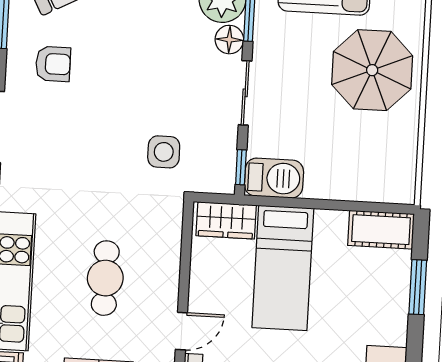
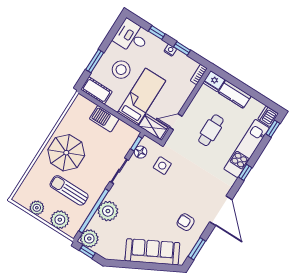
floor lamp: (229, 40) -> (141, 152), moved
barbecue: (274, 178) -> (104, 119), moved
stool: (355, 299) -> (121, 70), added
door: (181, 331) -> (176, 122), moved

